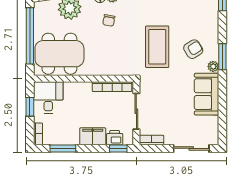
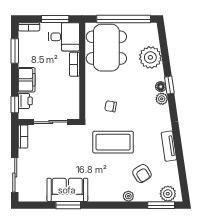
chair: (109, 20) -> (111, 106), moved
armchair: (193, 49) -> (142, 174), moved
window: (222, 57) -> (68, 205), moved
plant: (213, 66) -> (128, 196), moved
bookcase: (112, 87) -> (75, 64), moved, width x0.64
window: (30, 107) -> (55, 19), width x1.50

